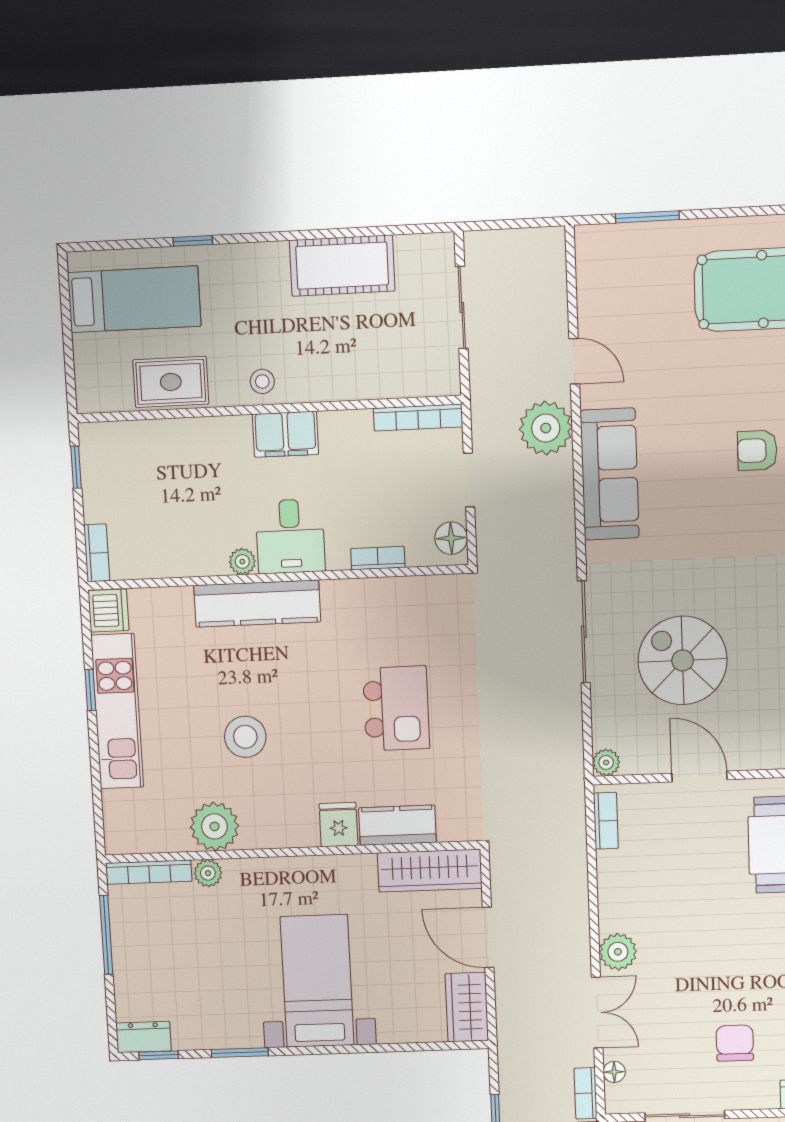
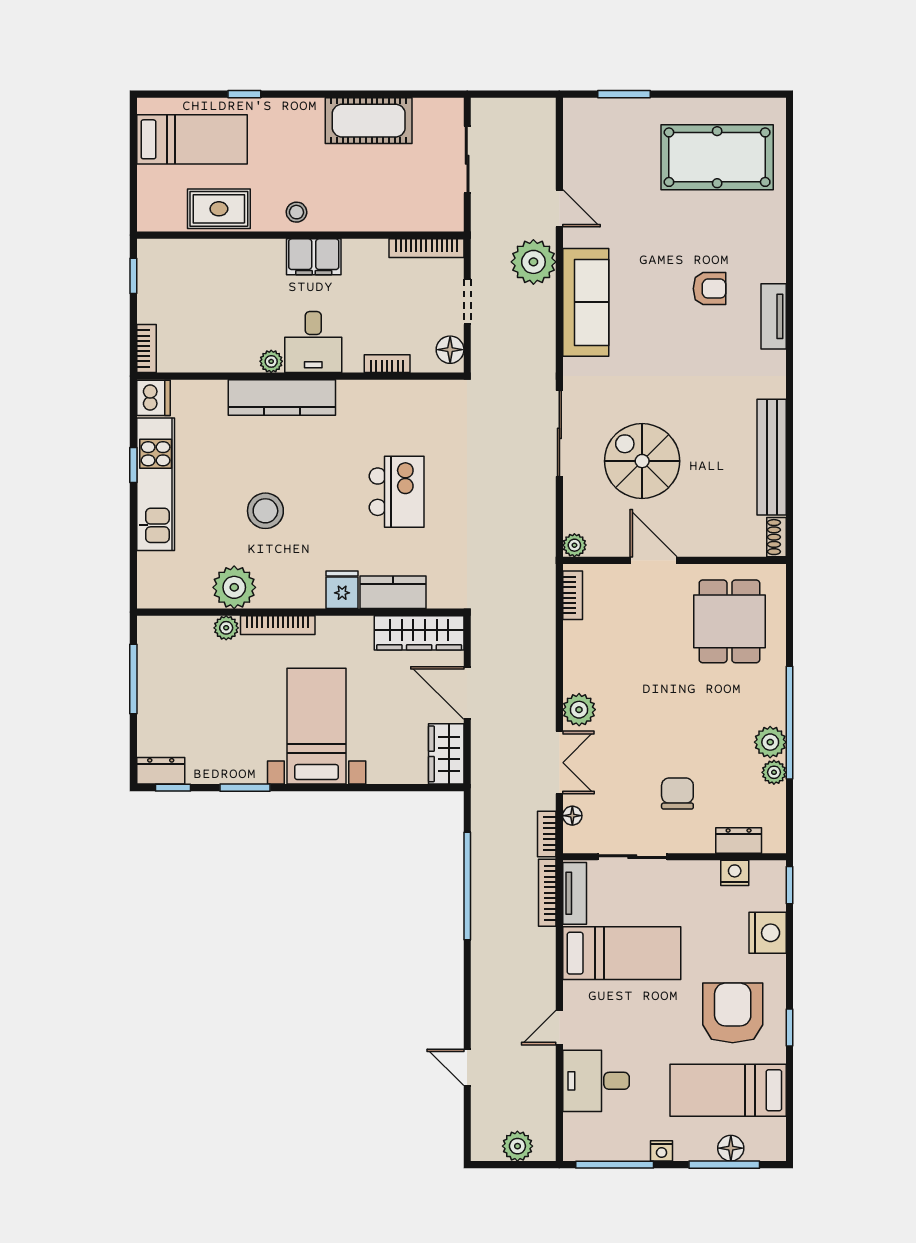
armchair: (757, 450) -> (709, 289), turned 180
bookcase: (149, 872) -> (278, 625), moved

